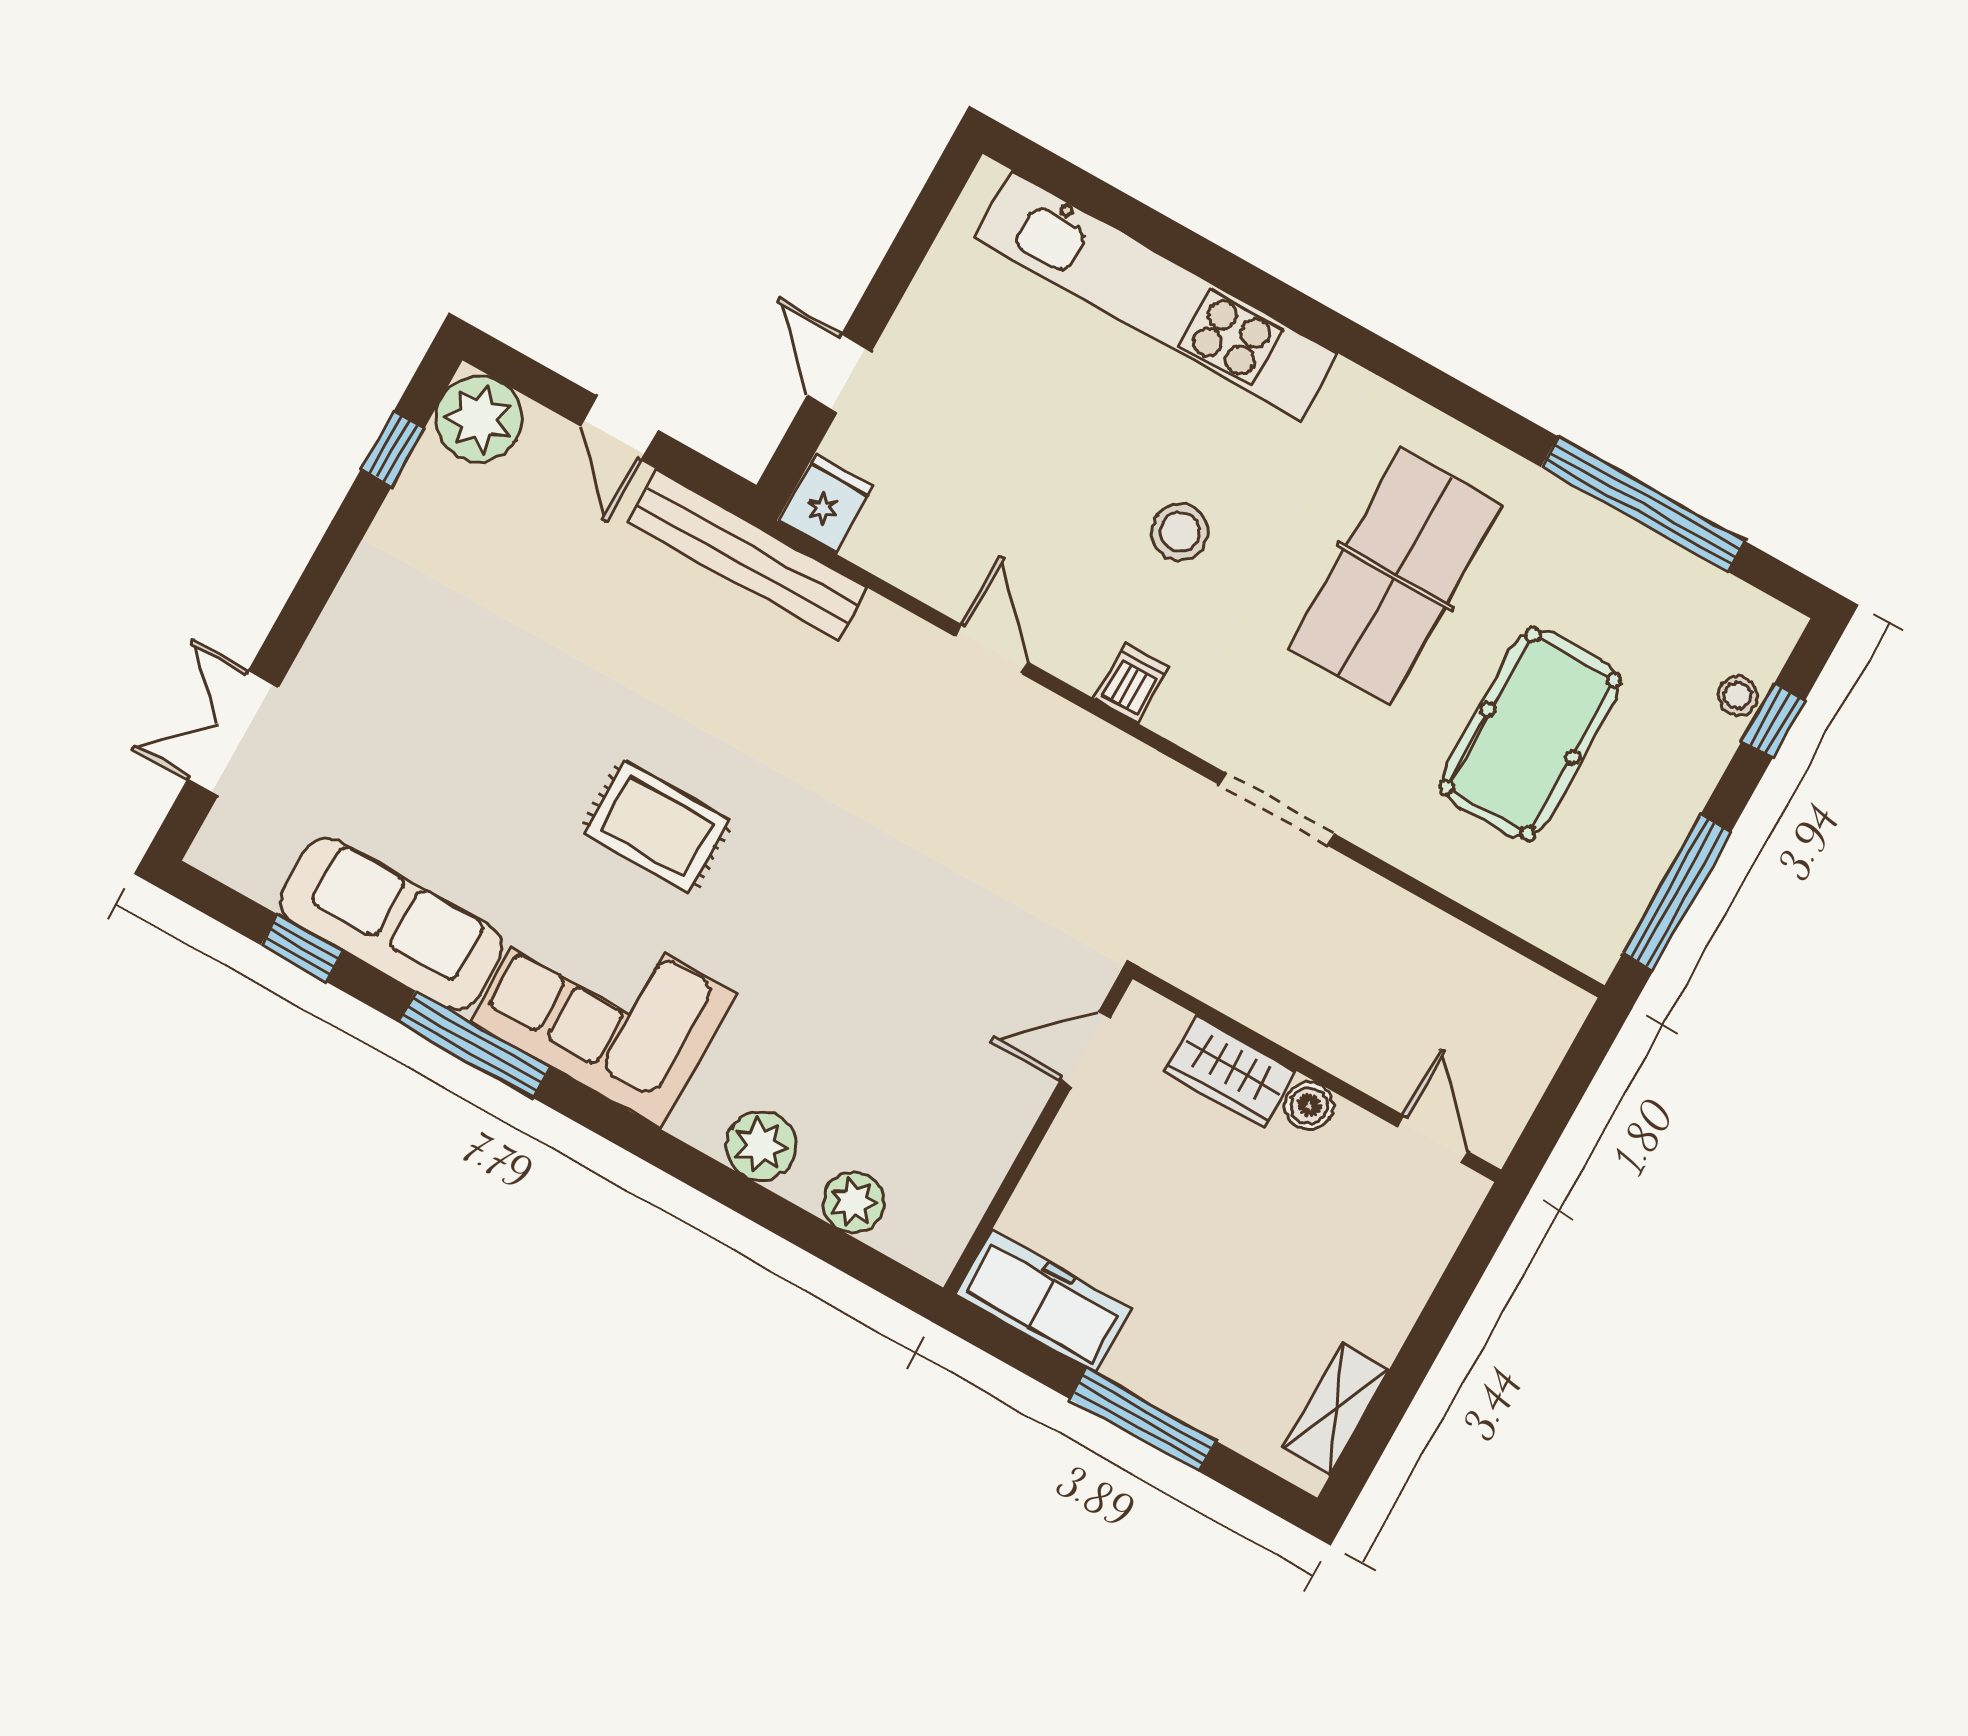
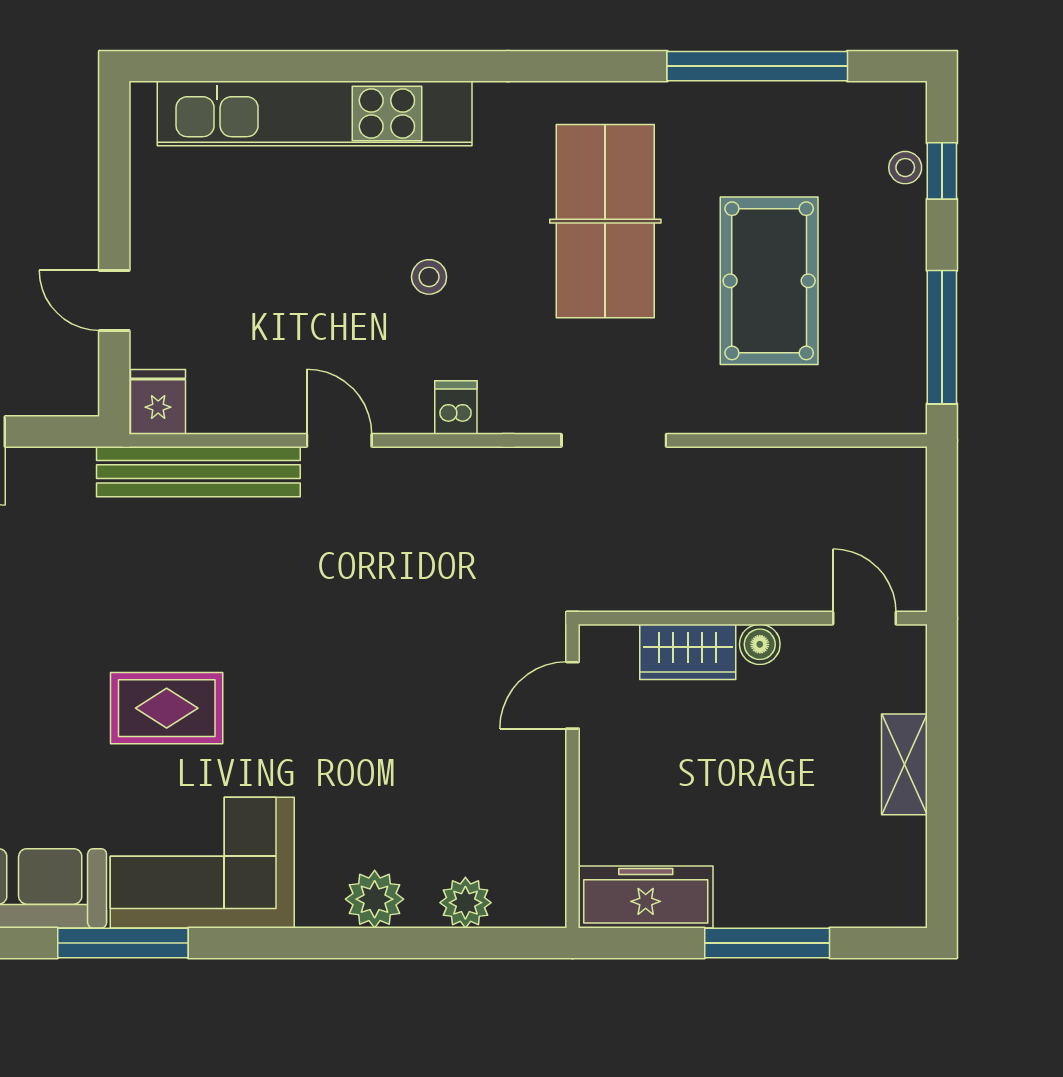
stool: (1180, 532) -> (429, 277), width x0.73, depth x0.73
bench: (748, 555) -> (198, 472), moved
shelving: (1336, 1408) -> (904, 764), moved

